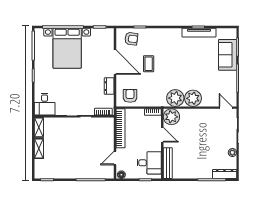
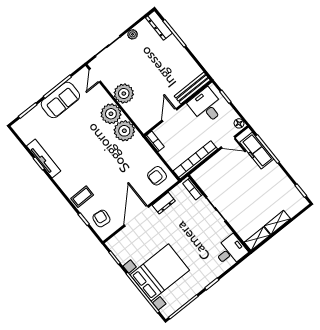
sofa: (228, 55) -> (60, 100), moved
coffee table: (149, 64) -> (82, 197), moved
plant: (171, 117) -> (124, 94), moved
freezer: (95, 172) -> (257, 151), added

